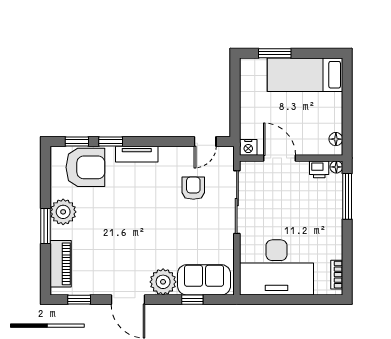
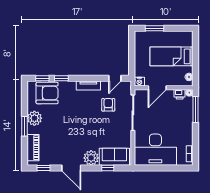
bed: (305, 75) -> (172, 56), moved
tv unit: (137, 154) -> (88, 86), moved
door: (280, 158) -> (157, 88), swing flipped

